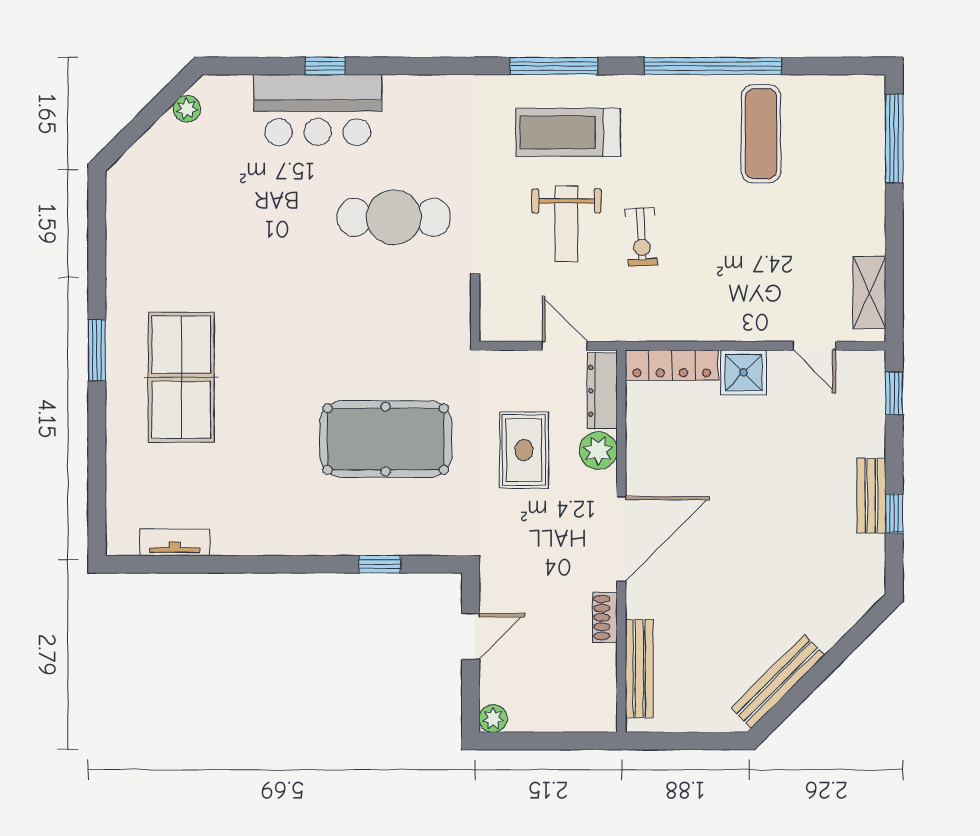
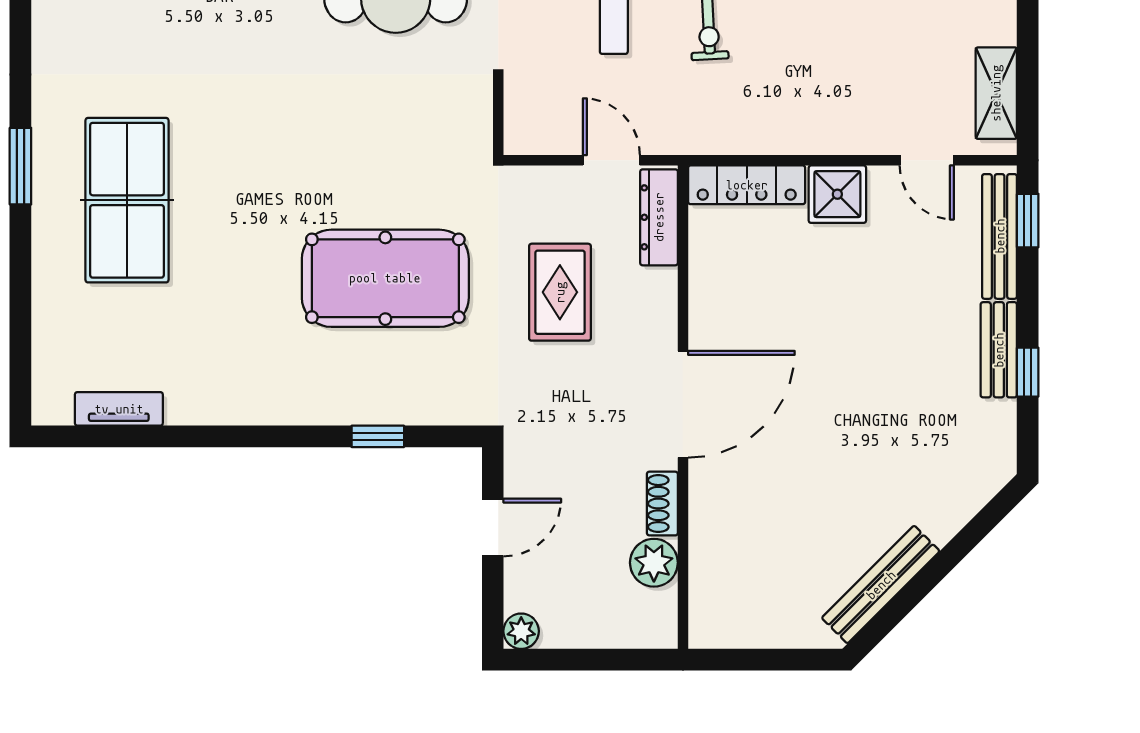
plant: (598, 450) -> (654, 563), moved
bench: (639, 669) -> (1000, 236), moved

